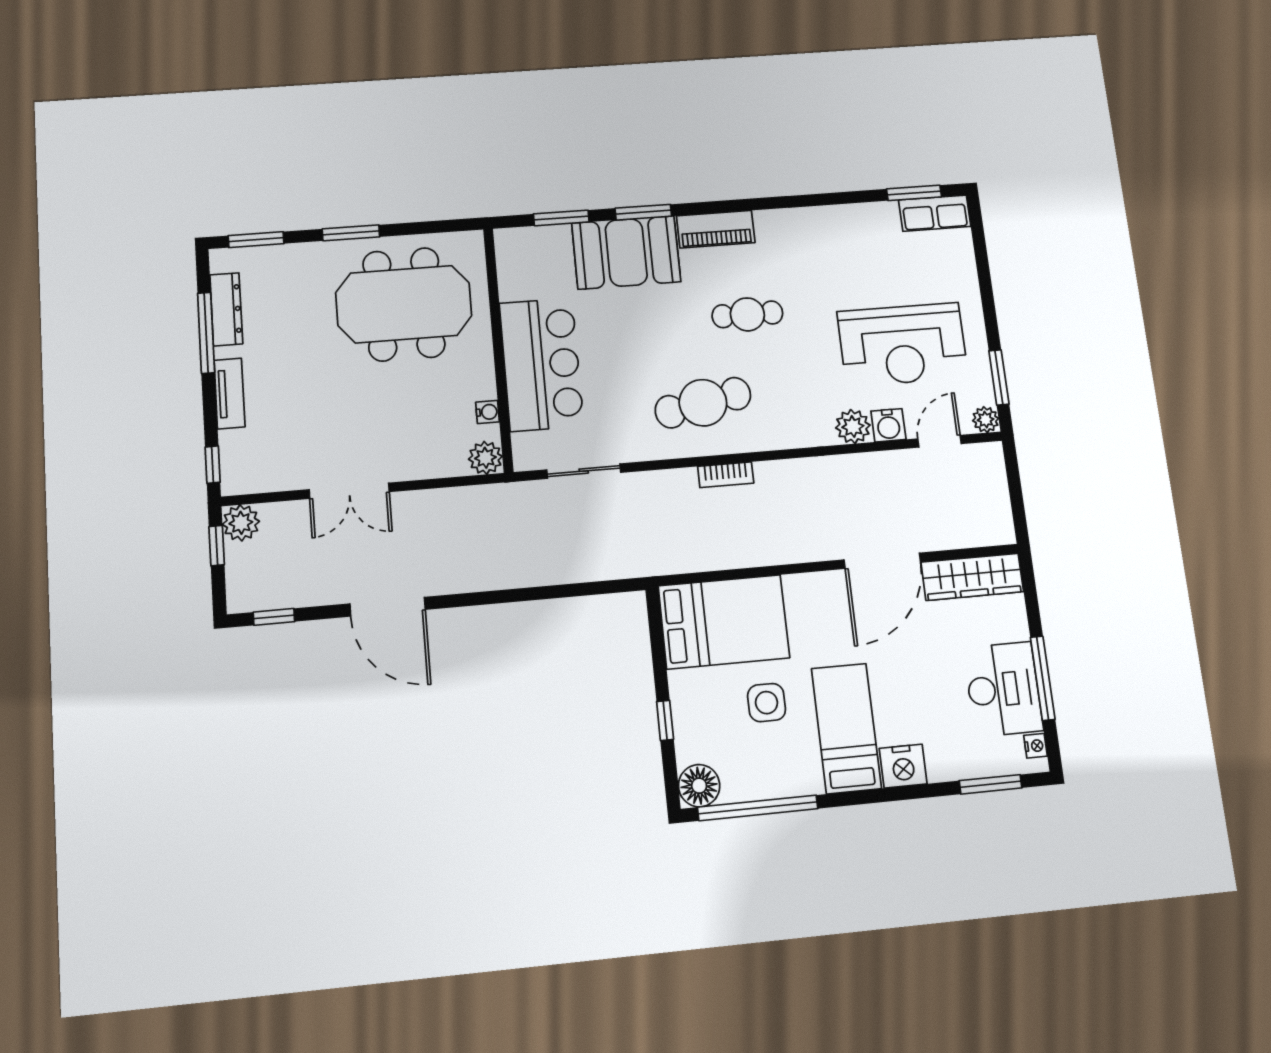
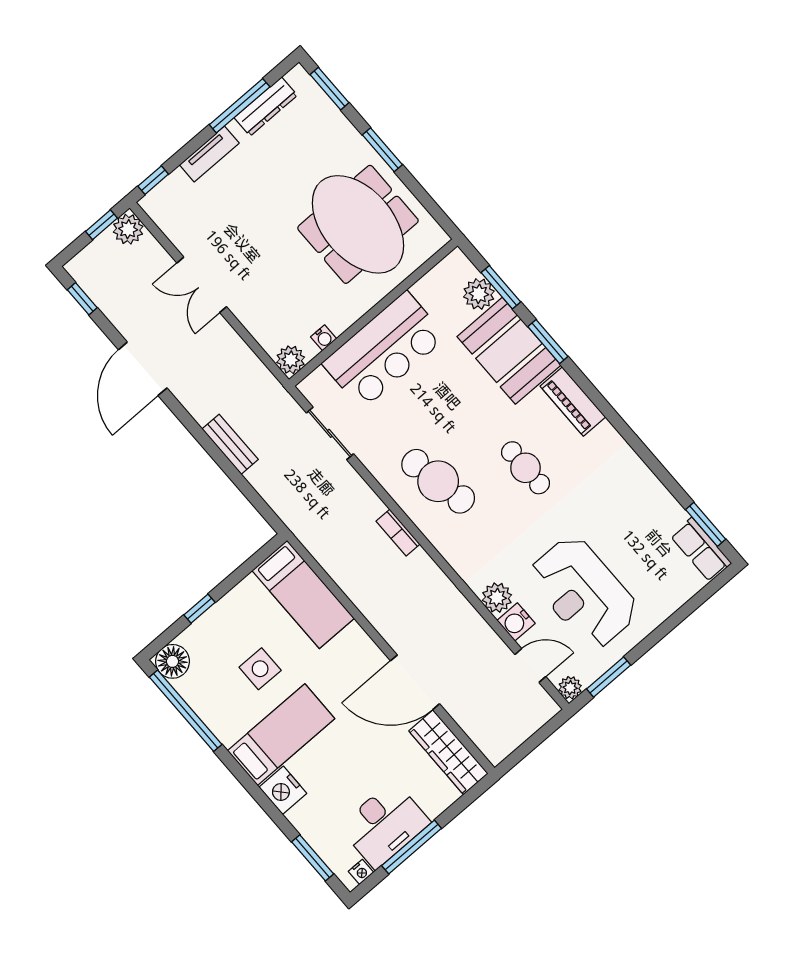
plant: (553, 242) -> (479, 294), added
bench: (525, 574) -> (230, 444), added
bed: (724, 622) -> (303, 594), width x0.67

